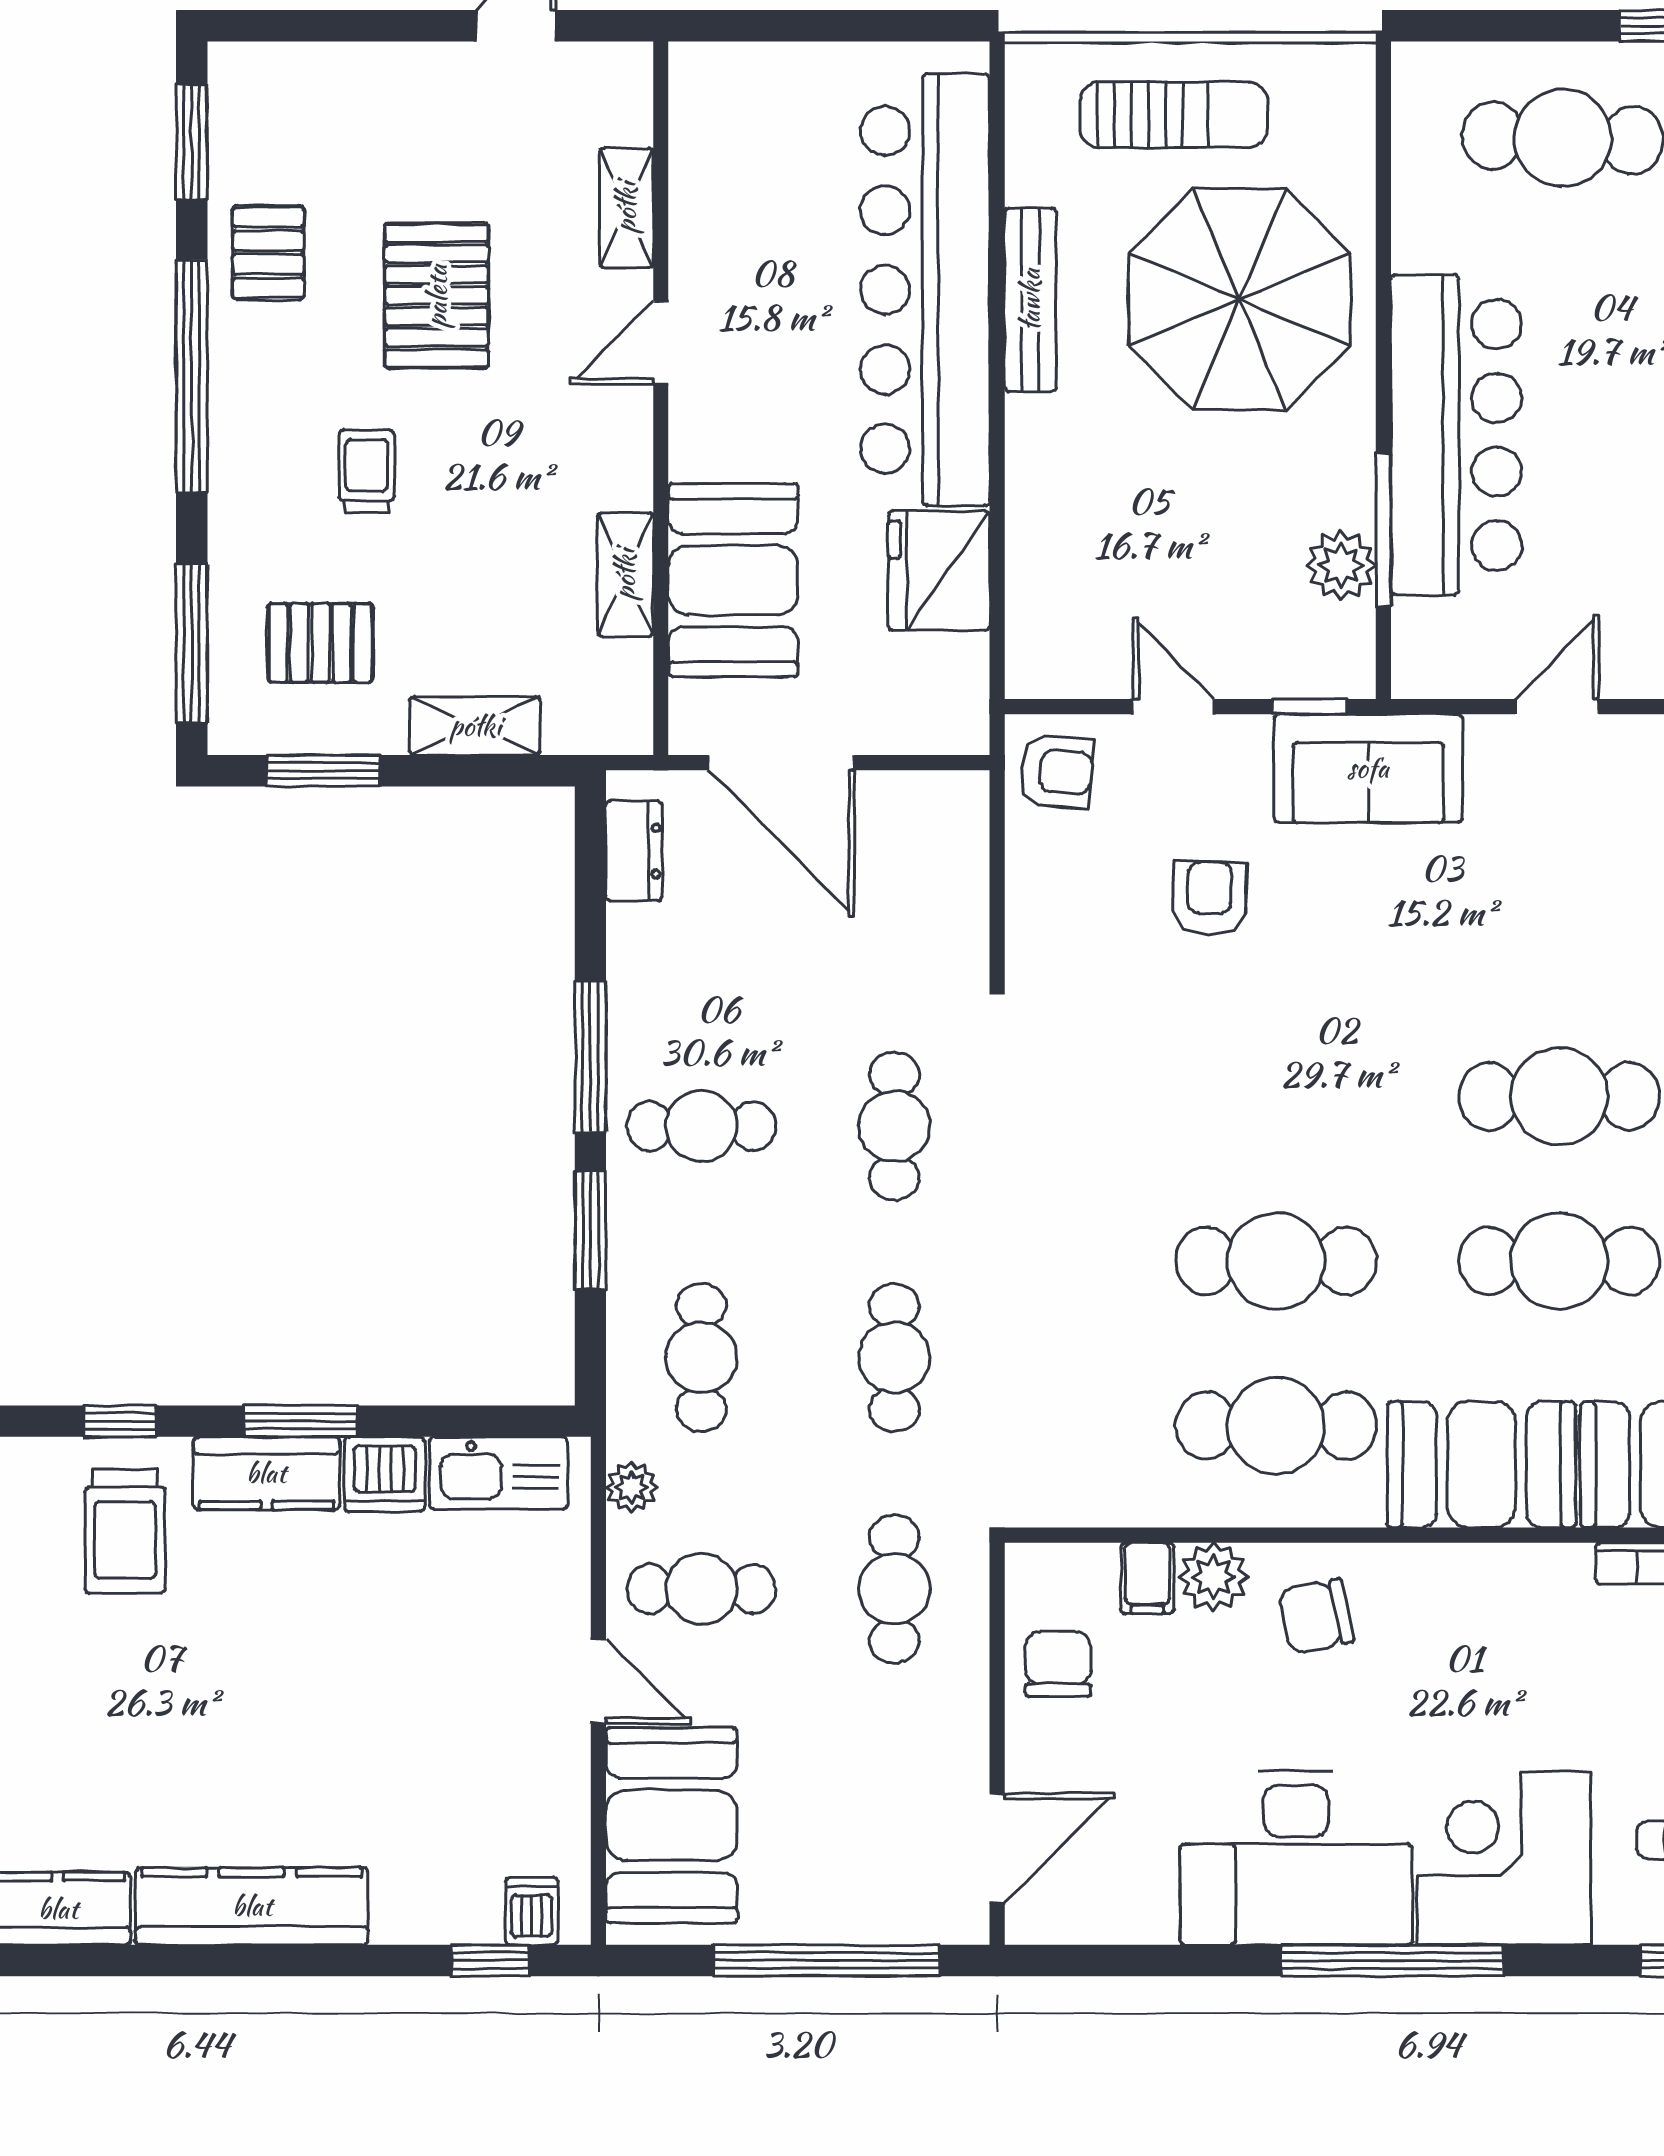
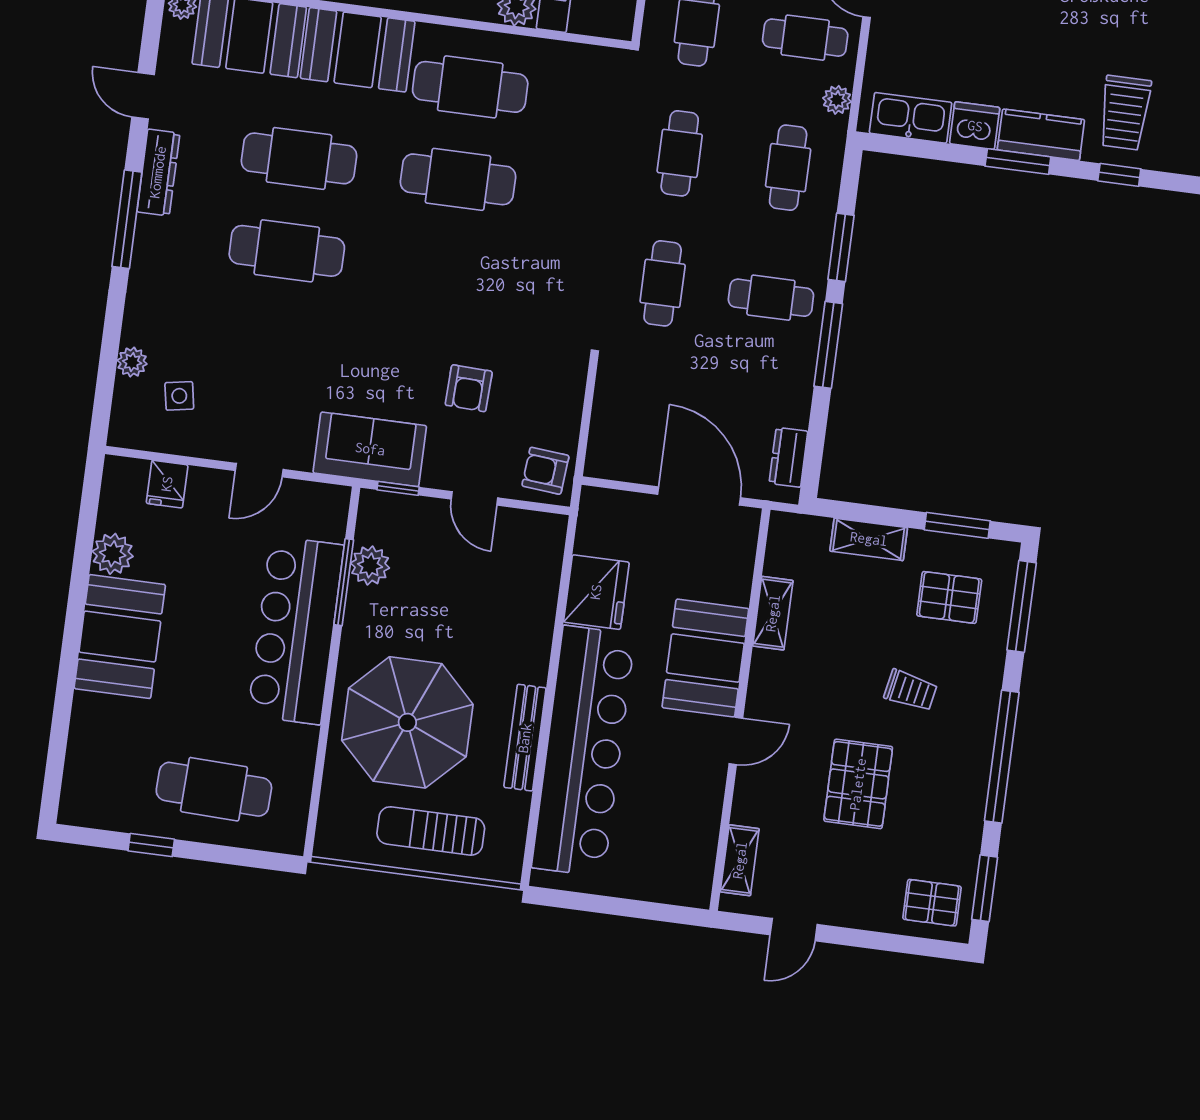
shelving: (626, 208) -> (740, 860), moved
pallet: (268, 252) -> (932, 903), moved, turned 90
trolley: (367, 471) -> (911, 690), turned -79
booth: (733, 580) -> (705, 658), moved
trolley: (125, 1531) -> (1125, 113), turned 180

